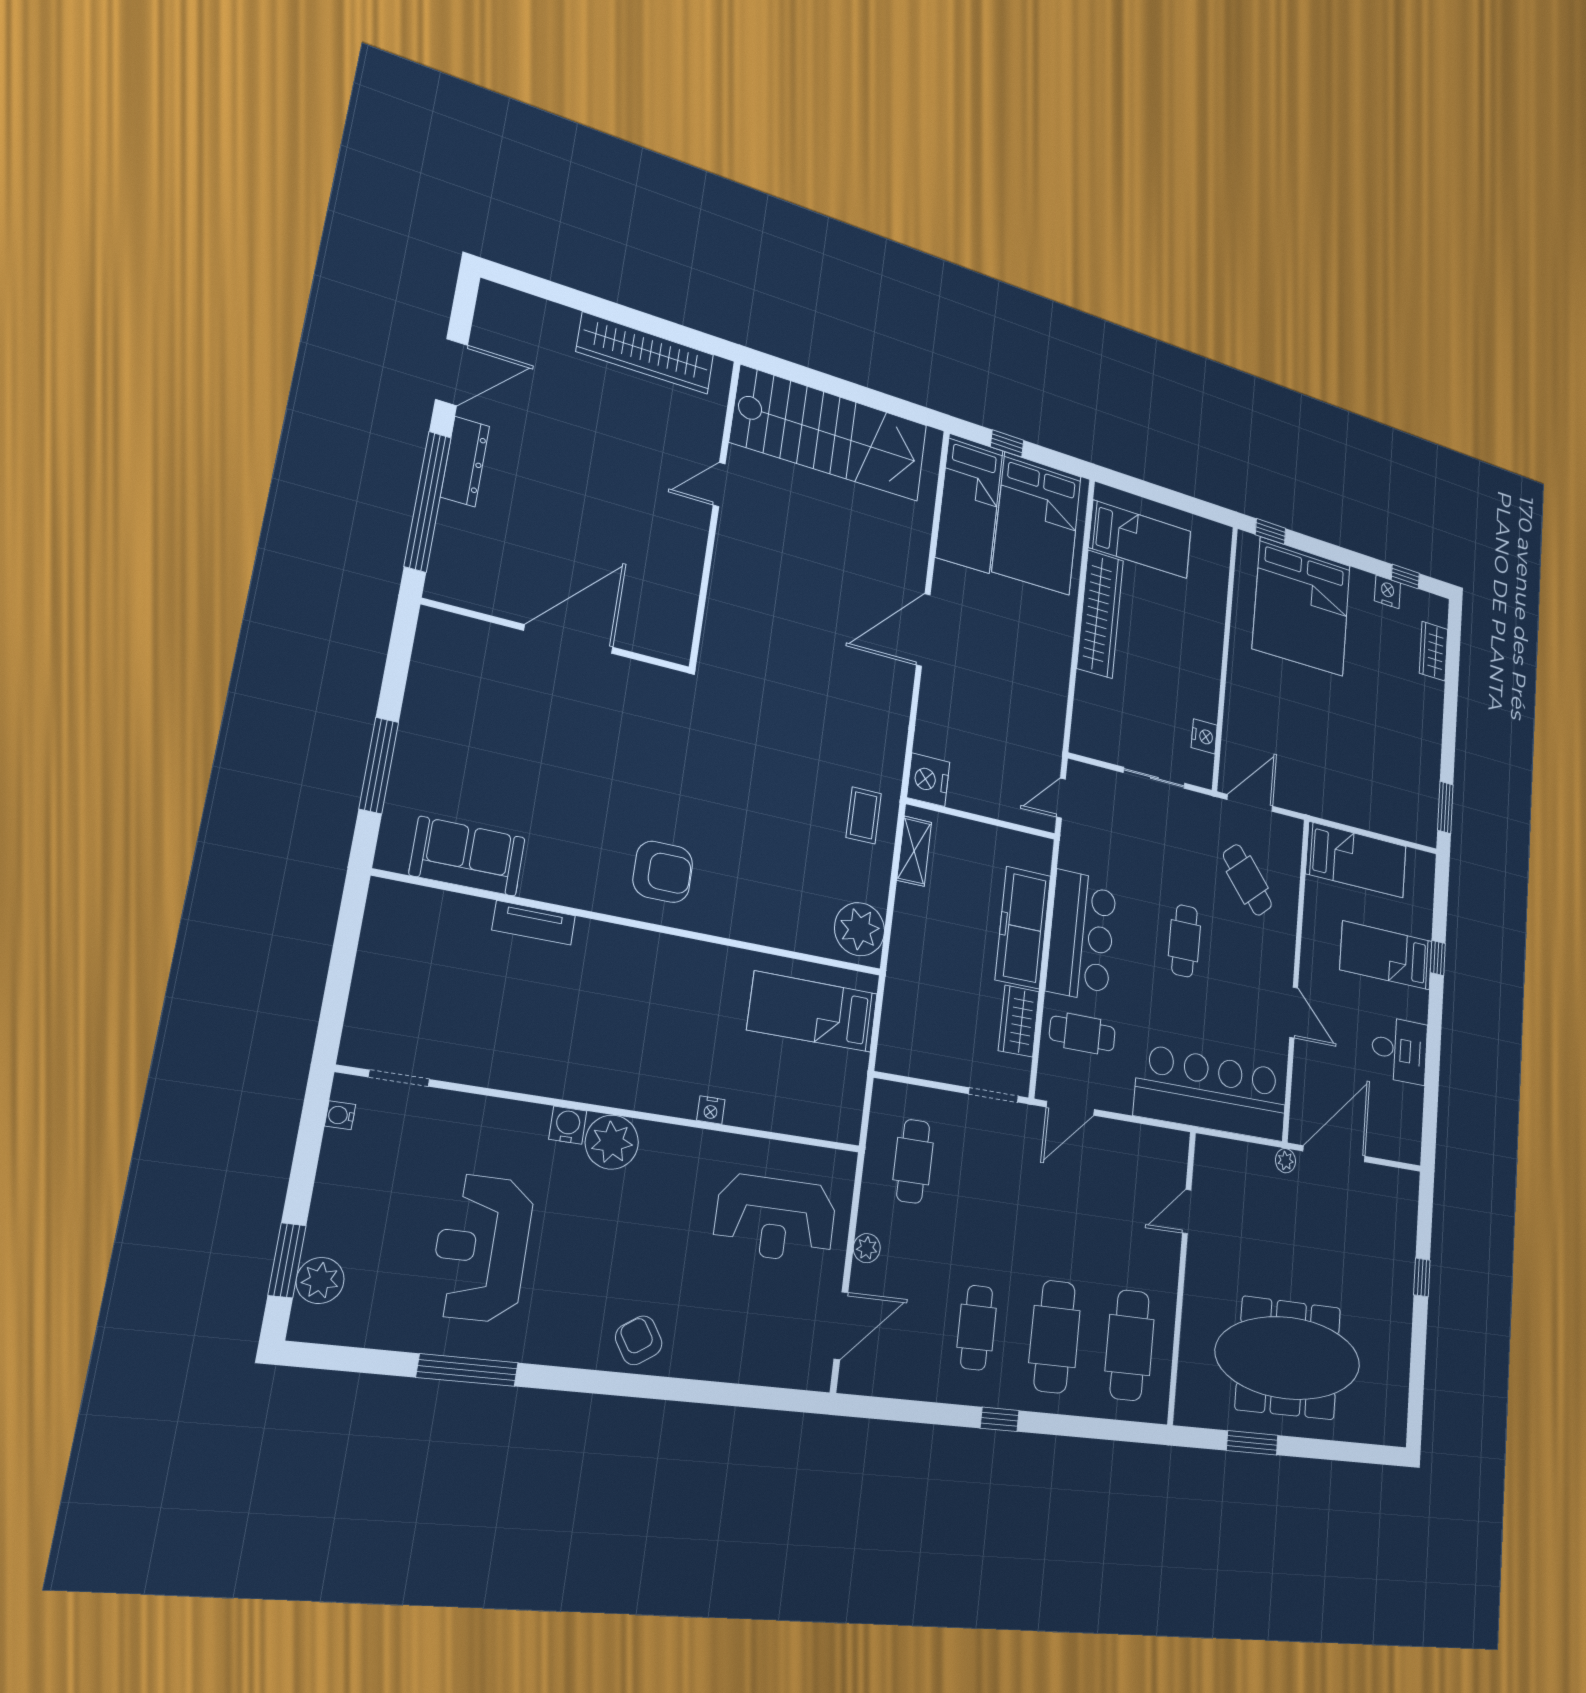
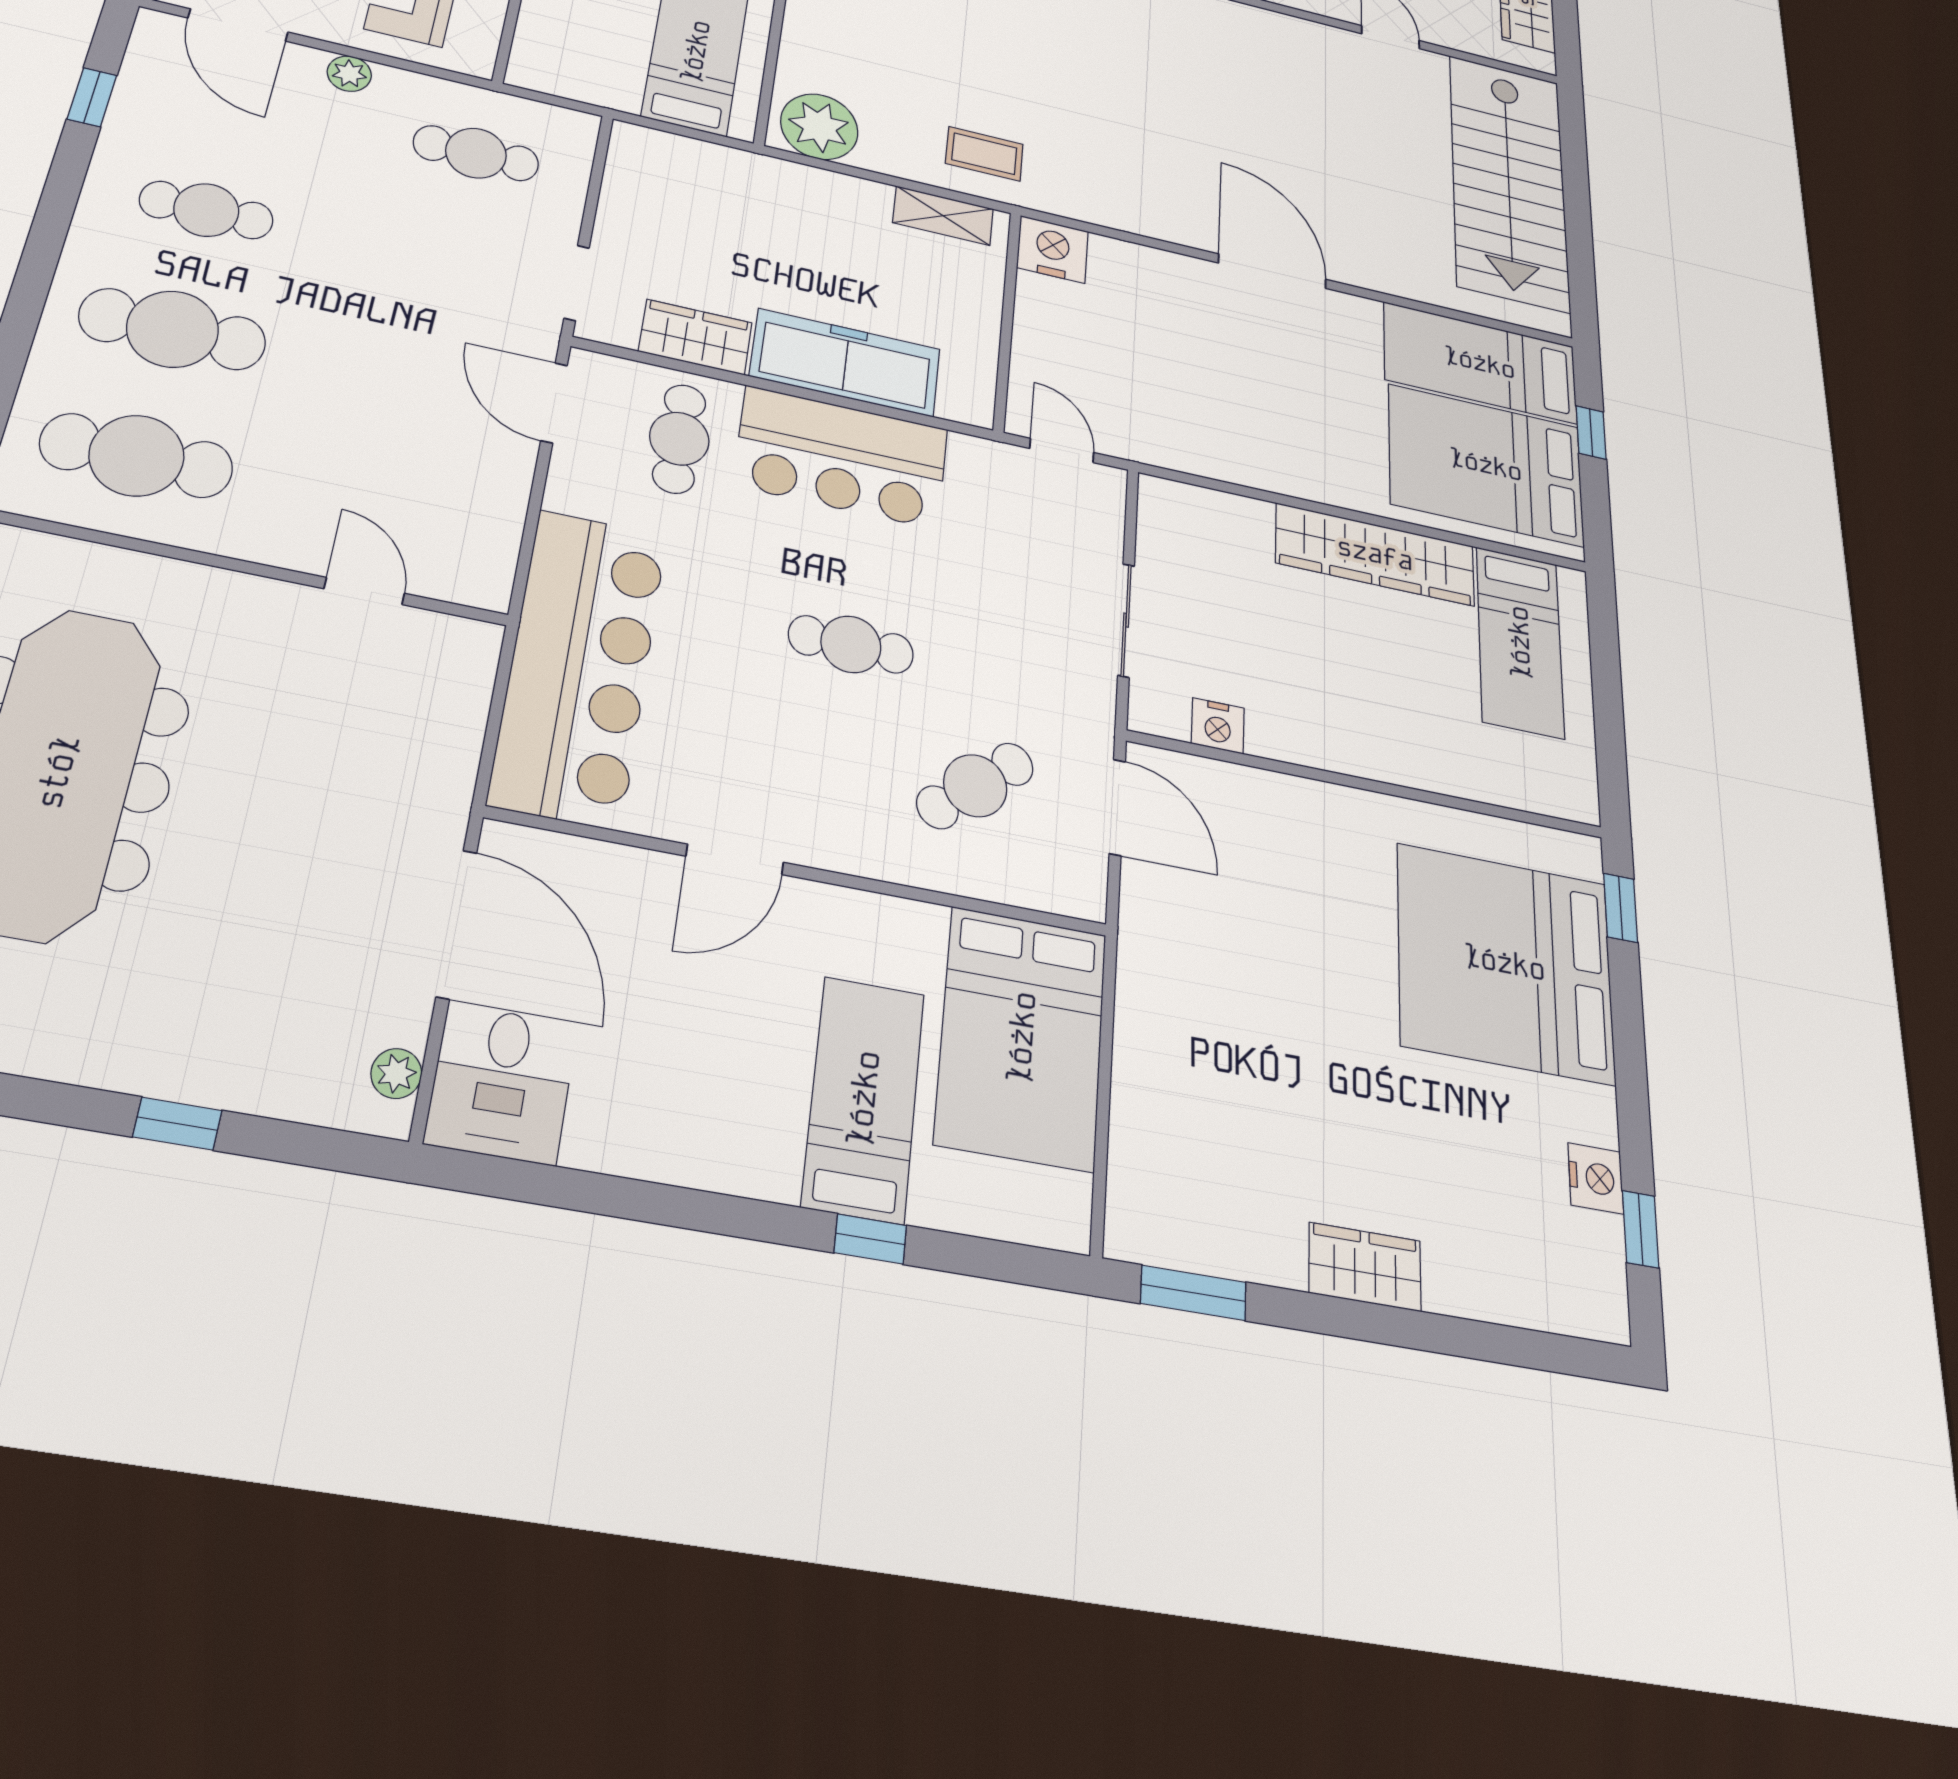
wardrobe: (1434, 651) -> (1365, 1267), moved
bed: (1356, 860) -> (1022, 1037), width x1.50
desk: (1399, 1050) -> (502, 1084), moved
plant: (1286, 1161) -> (396, 1073), moved
window: (1000, 1419) -> (92, 97), moved

